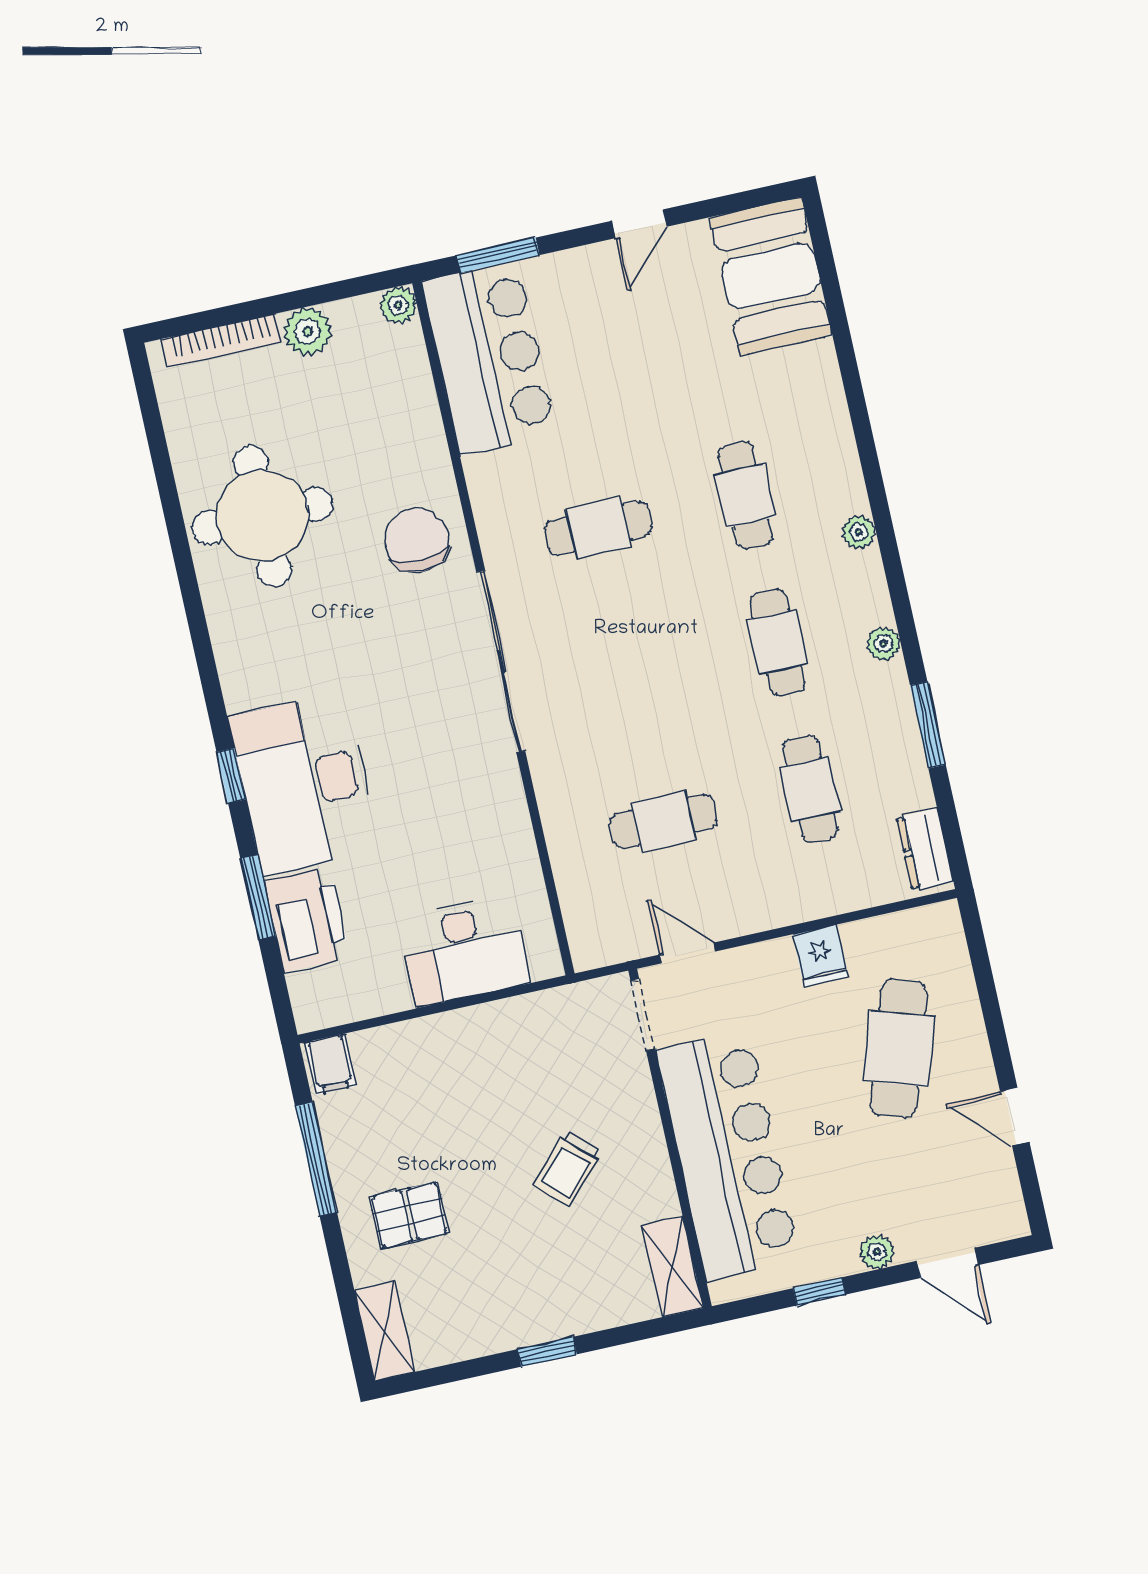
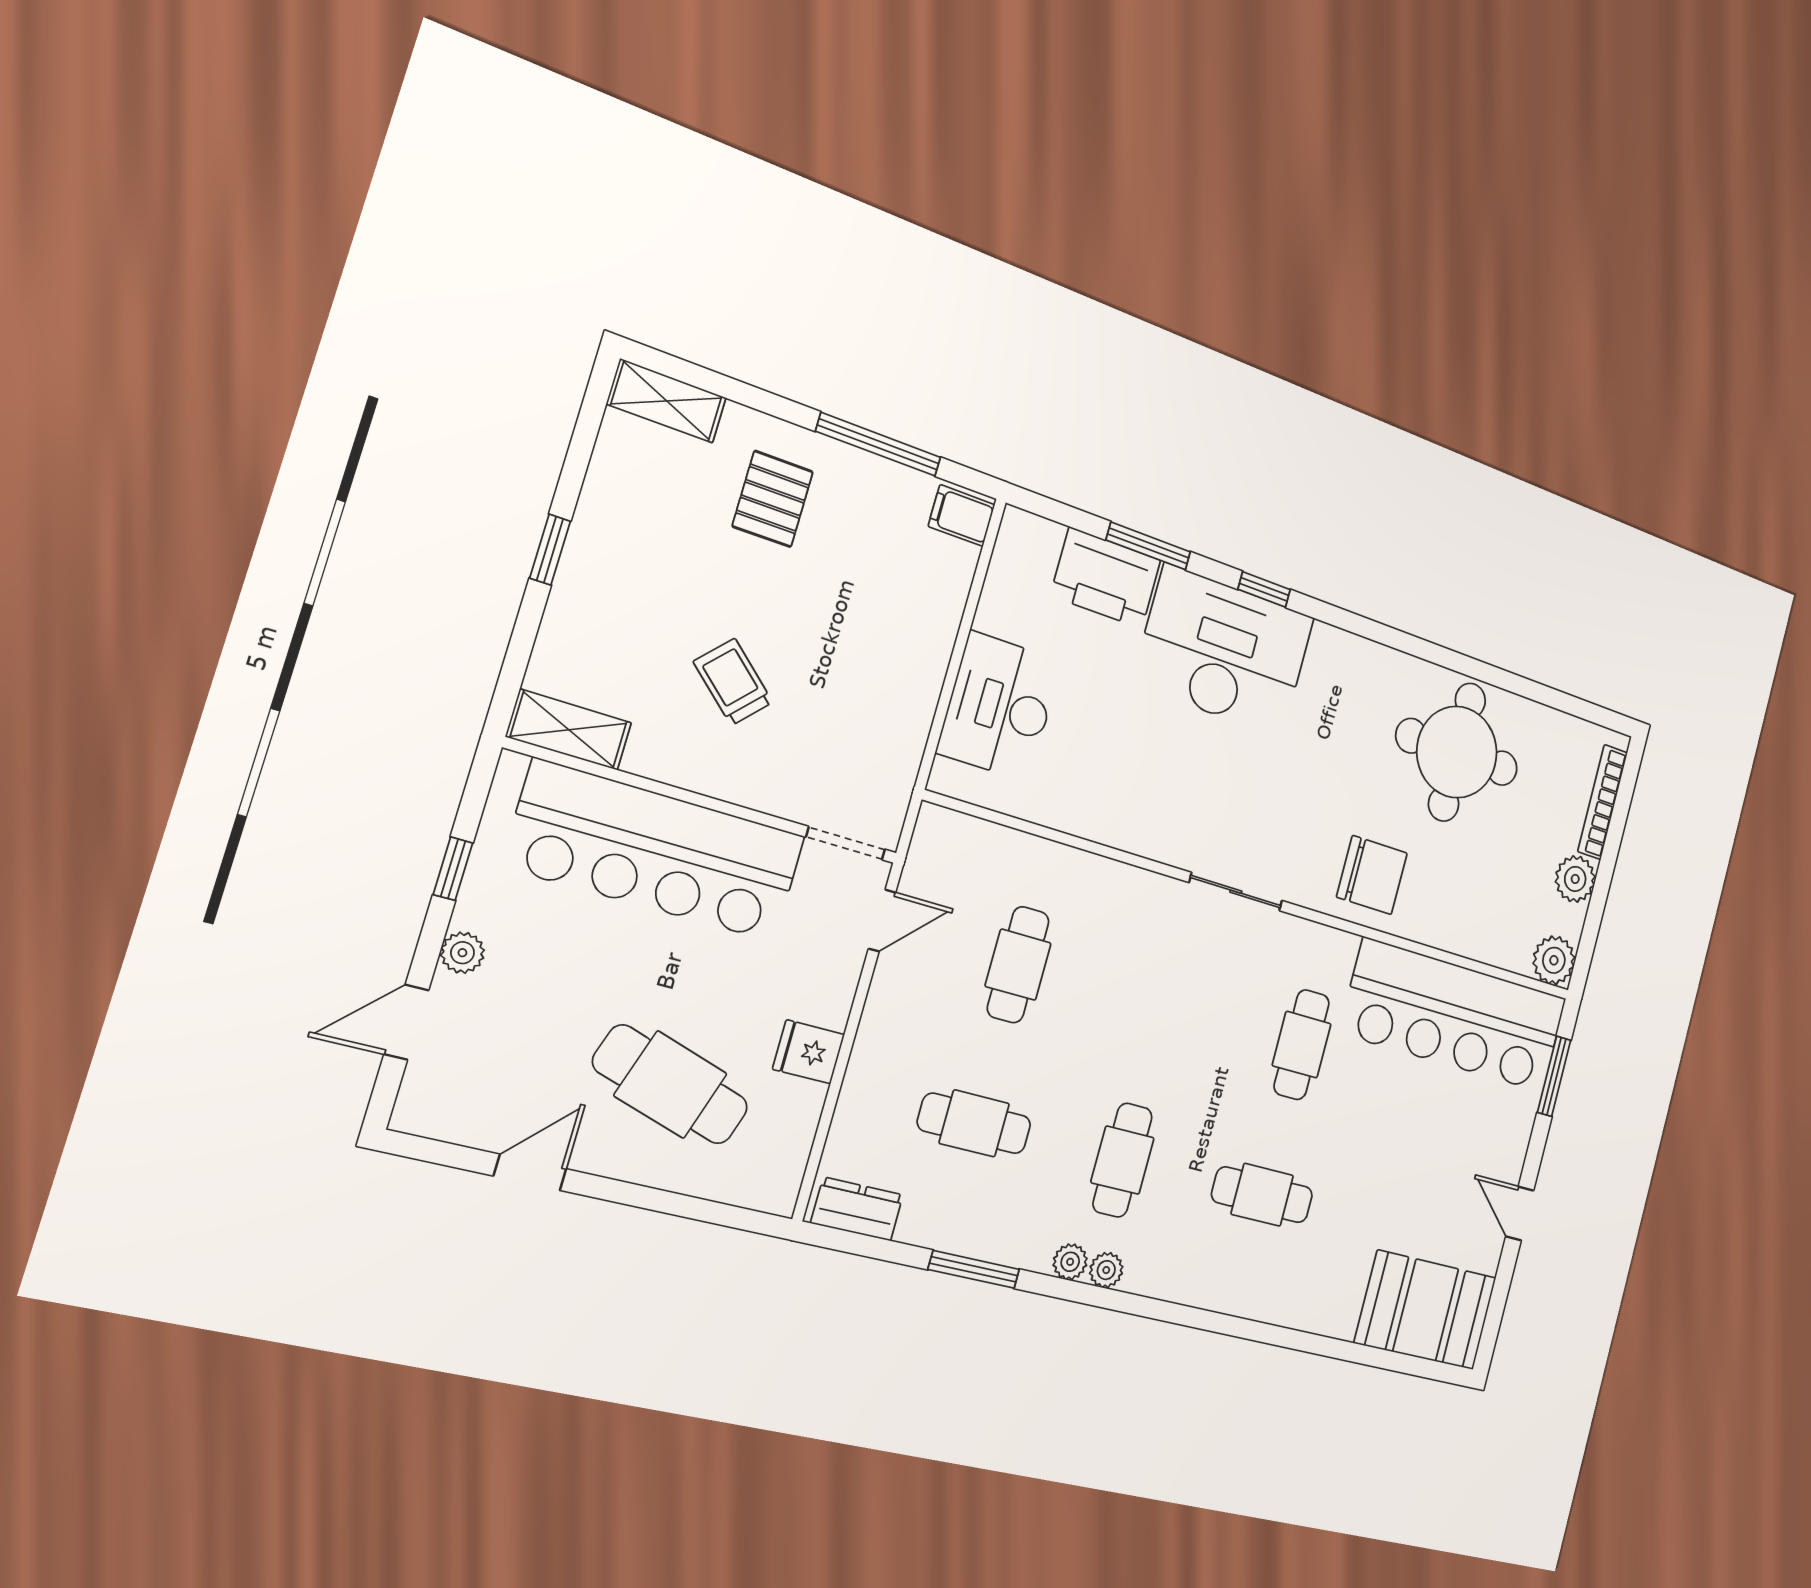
plant: (398, 305) -> (1554, 960), width x1.38, depth x1.38
bar counter: (489, 358) -> (1455, 1016), width x1.36
plant: (859, 532) -> (1106, 1270), moved
cafe table: (778, 642) -> (1122, 1160), turned 90
sliding door: (501, 662) -> (1236, 892), width x0.54

